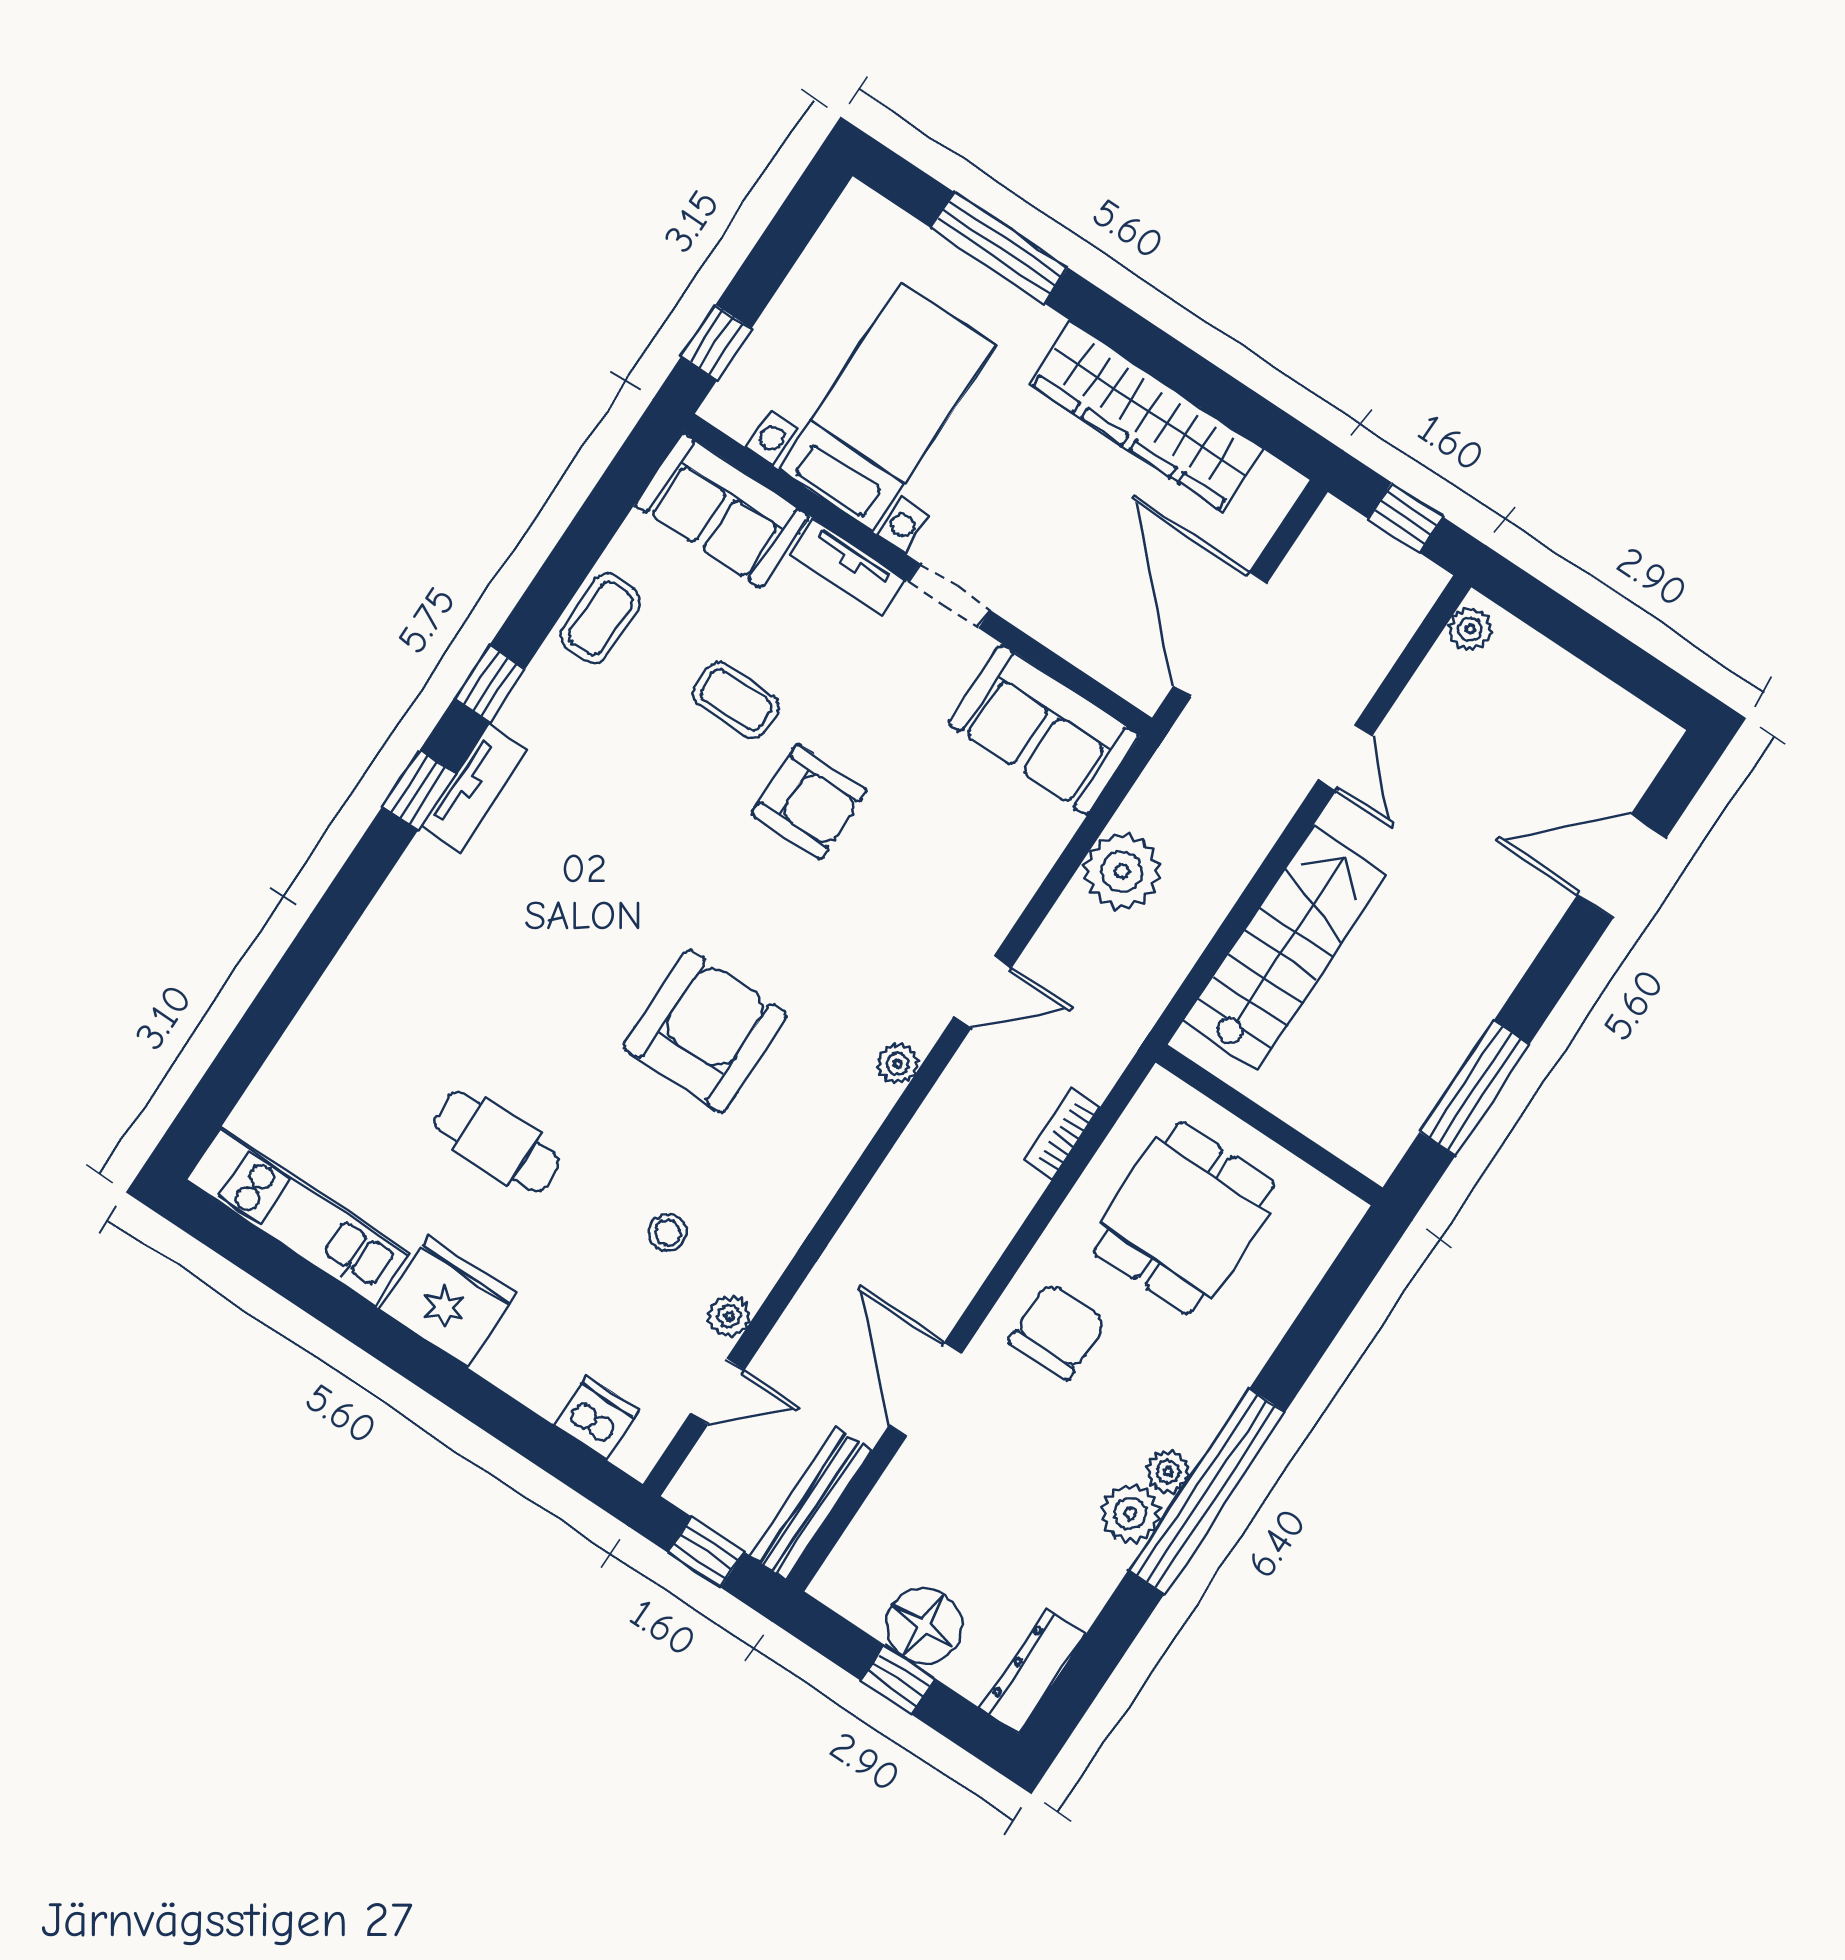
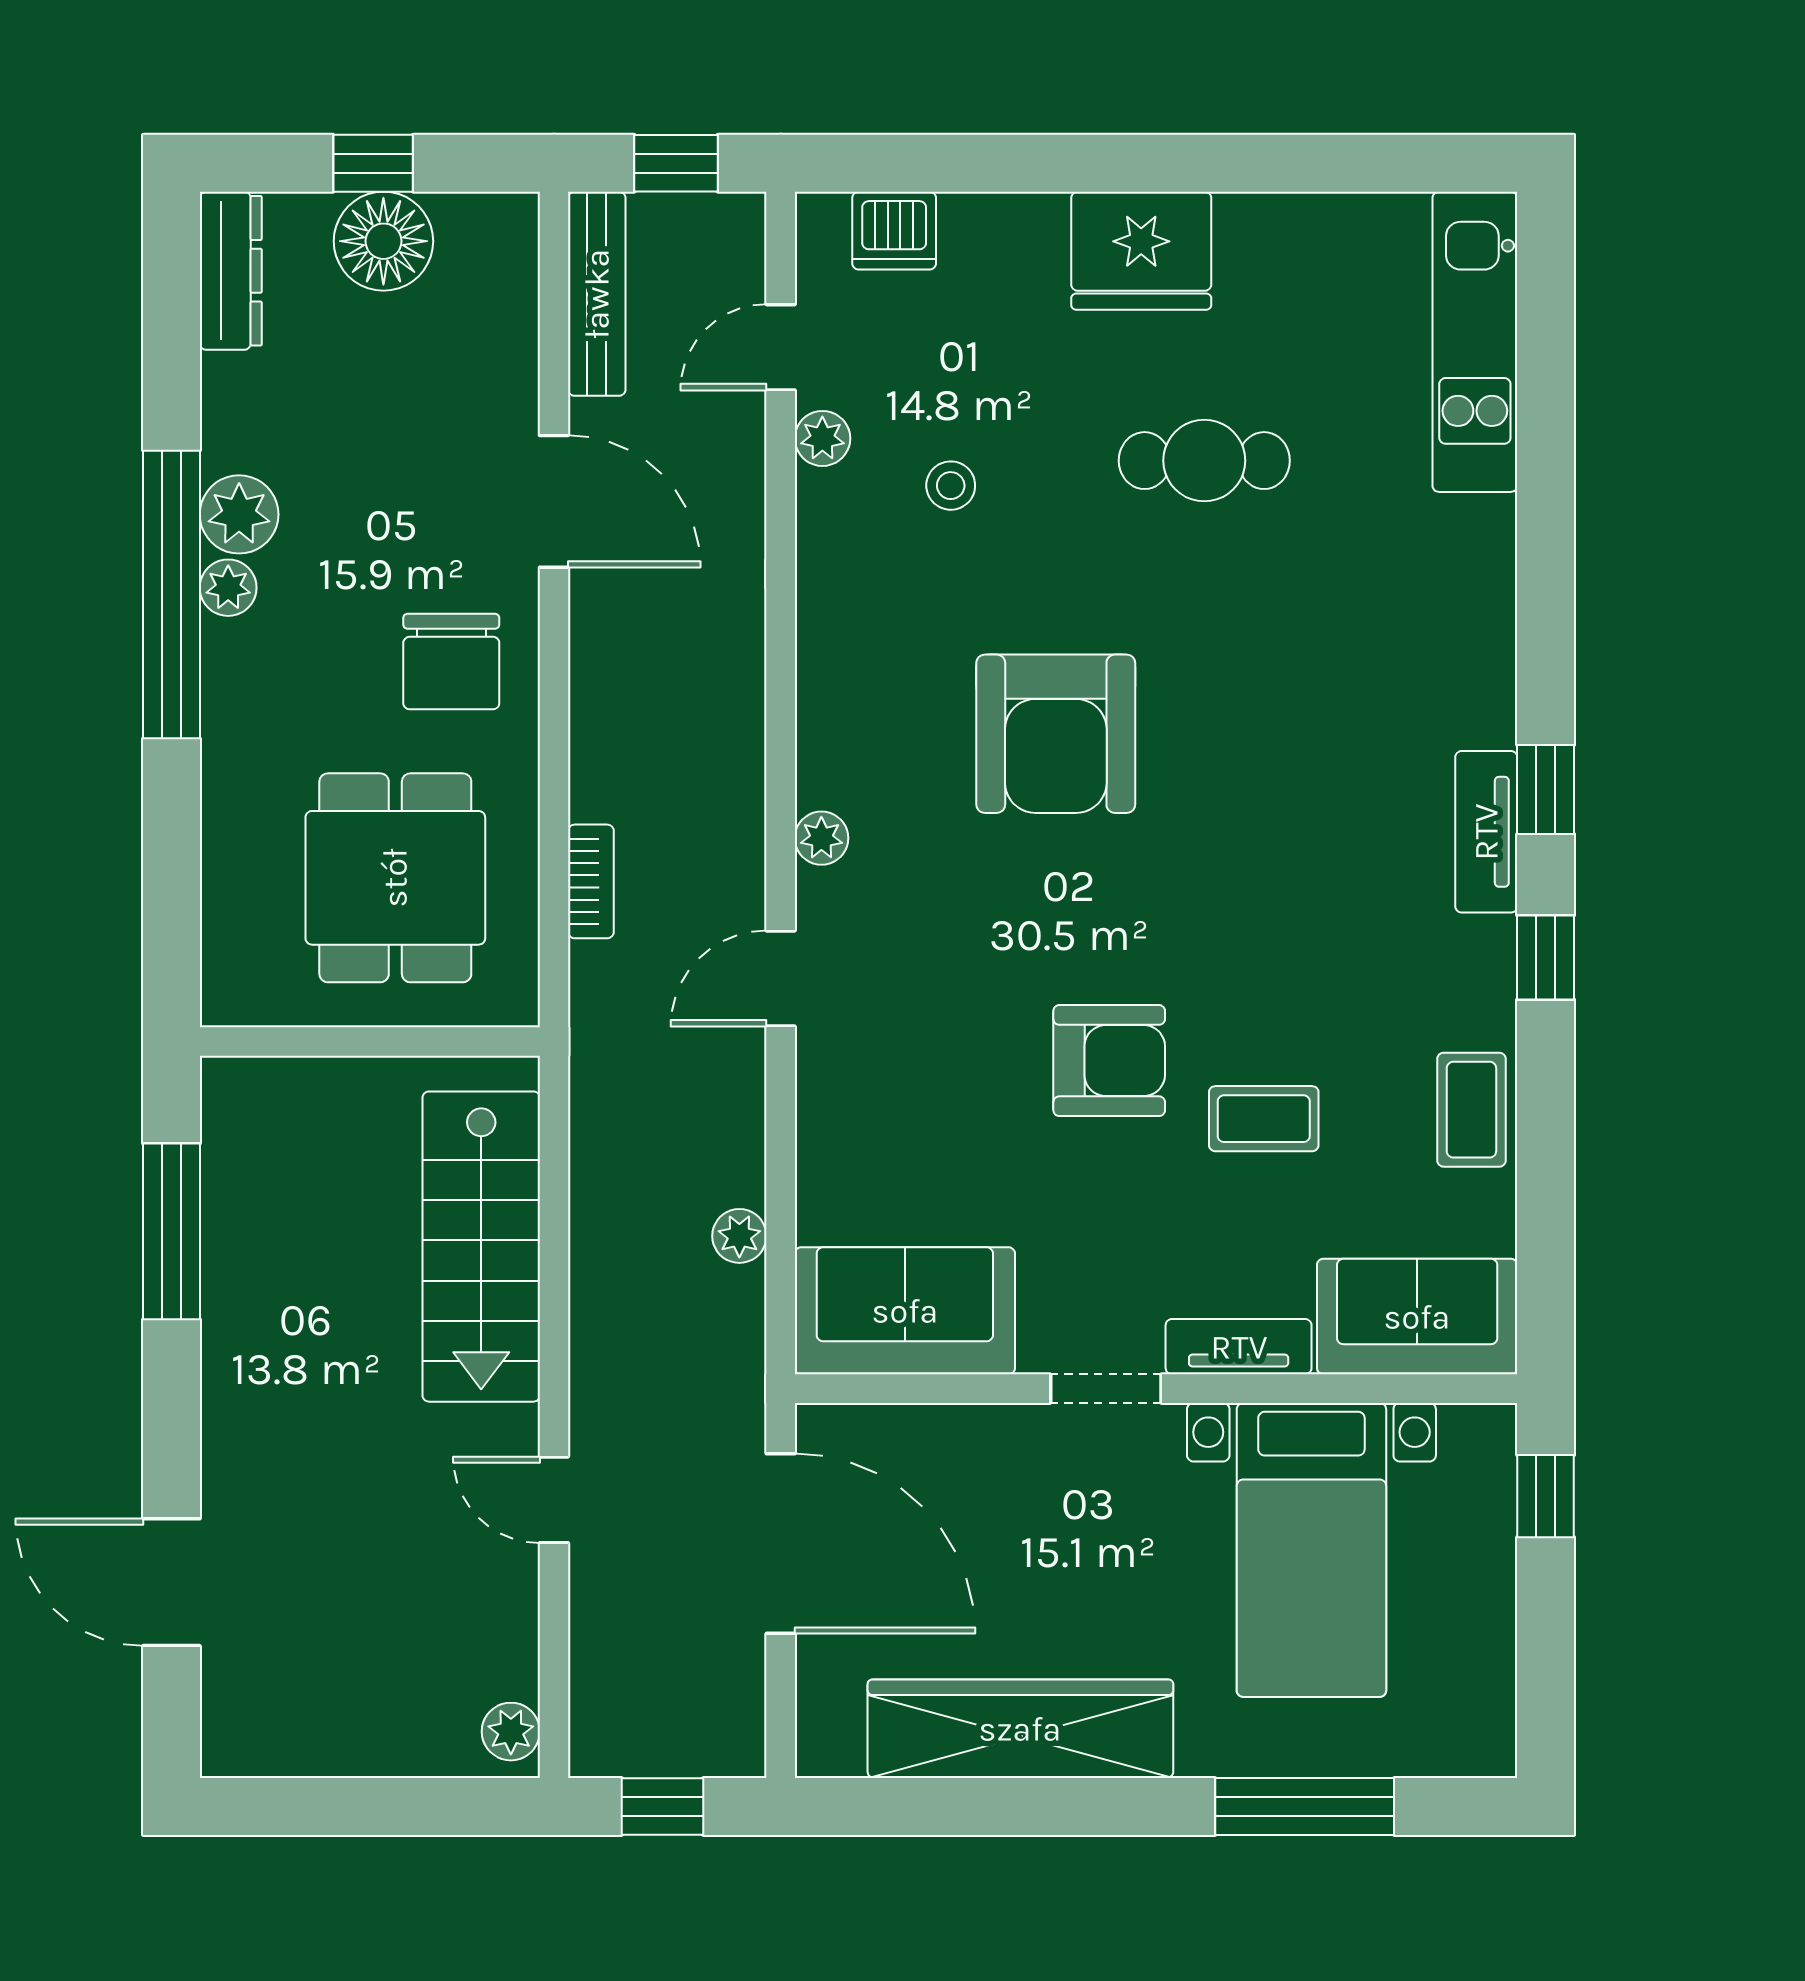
armchair: (809, 802) -> (1109, 1061), turned 180
door: (1622, 866) -> (171, 1582), swing flipped
plant: (1122, 871) -> (739, 1236), width x0.53, depth x0.53
kitchen unit: (298, 1217) -> (1475, 342), moved, turned 90

